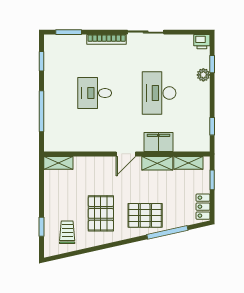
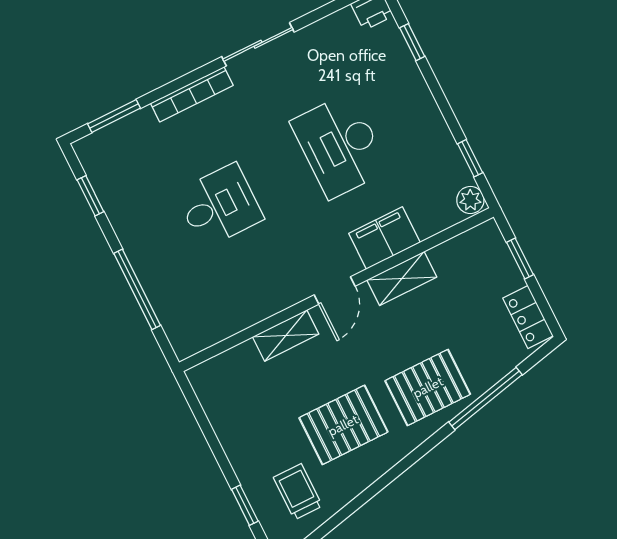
plant: (203, 75) -> (470, 200), moved
desk: (95, 93) -> (219, 206), turned 180
shelving: (58, 163) -> (286, 336), moved
shelving: (188, 163) -> (460, 249), removed
pallet: (101, 213) -> (343, 425), turned 90

